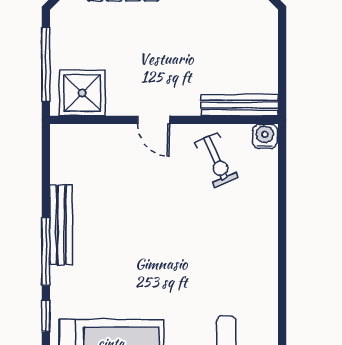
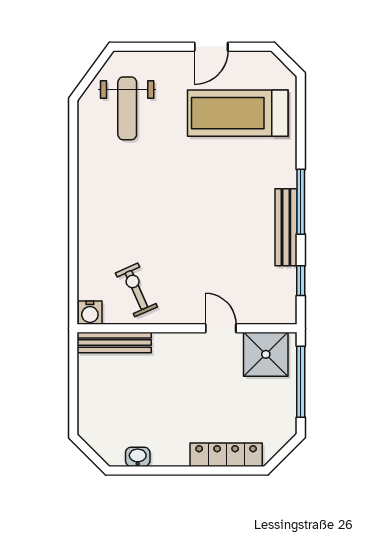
door: (154, 120) -> (221, 328), moved
window: (46, 316) -> (301, 281), moved

